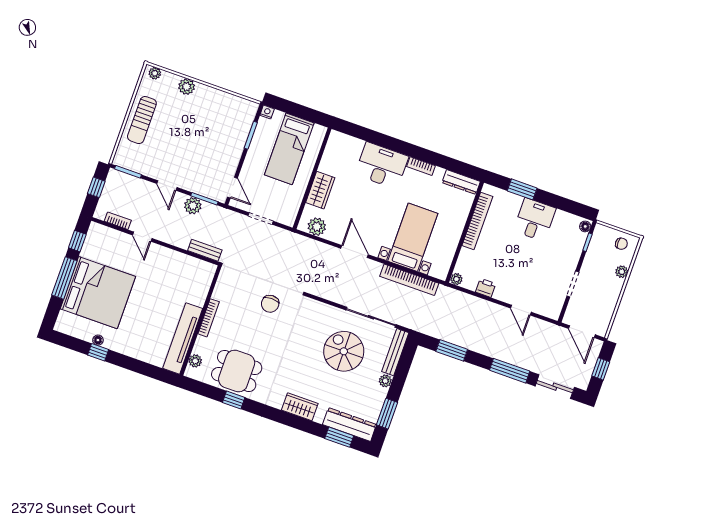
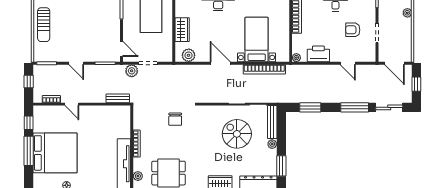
plant: (193, 206) -> (132, 71), moved
armchair: (543, 269) -> (353, 30), added
printer: (486, 288) -> (318, 54), width x1.87, depth x1.48

